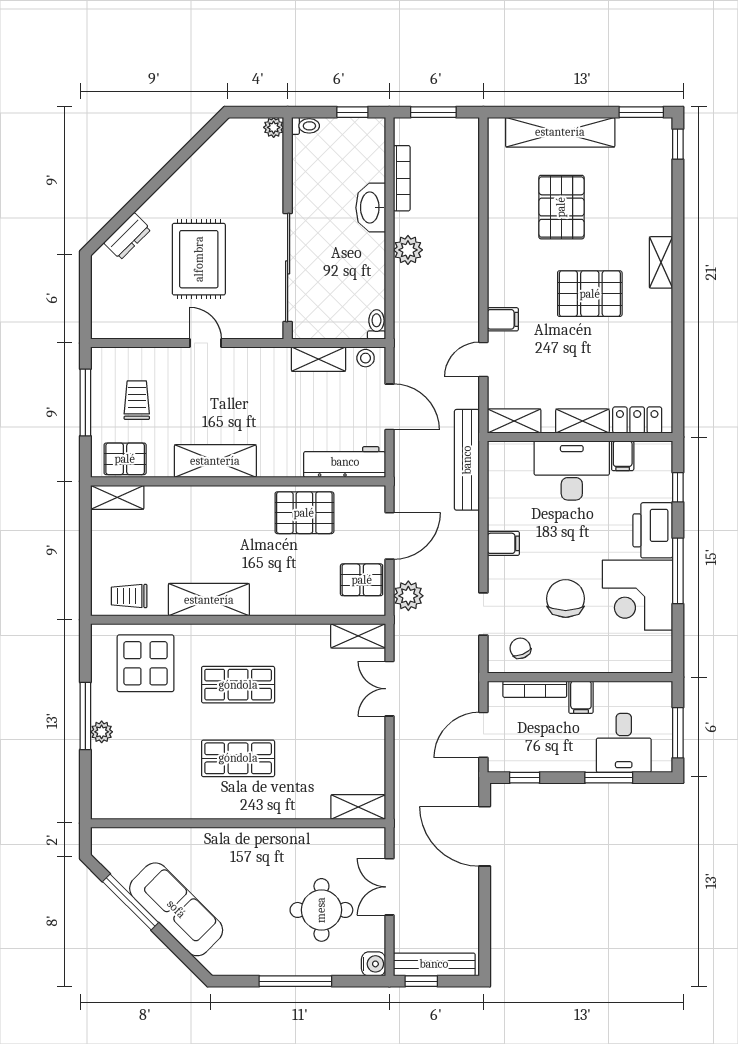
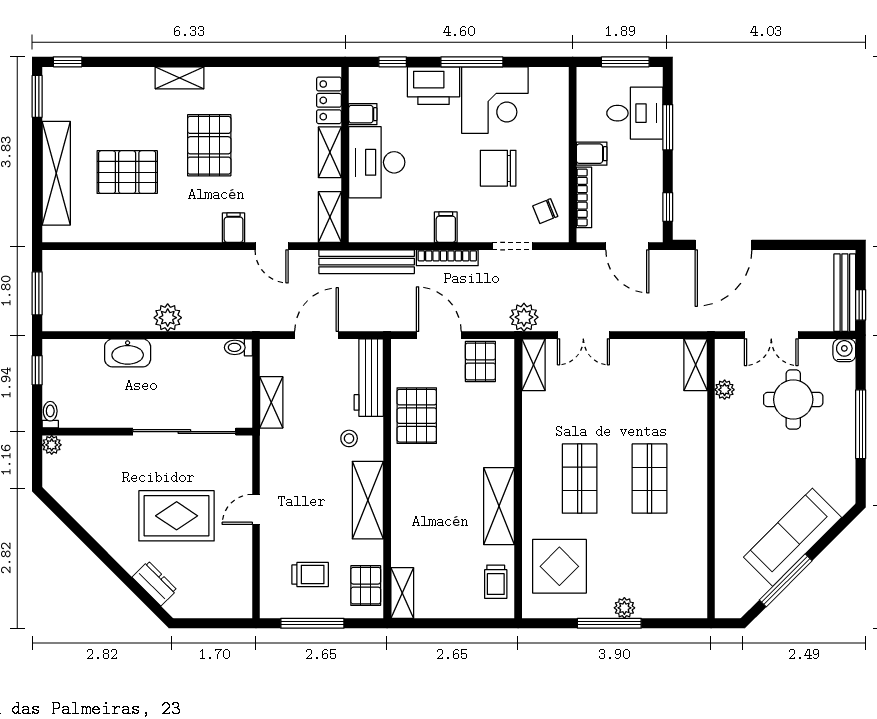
bookcase: (402, 178) -> (447, 258), moved, turned 180
stool: (366, 358) -> (349, 438), moved
trolley: (137, 400) -> (310, 575), turned 180
plant: (408, 596) -> (524, 317), moved
plant: (332, 837) -> (725, 390), added

